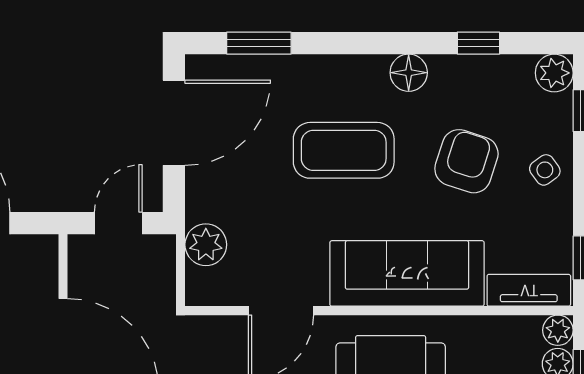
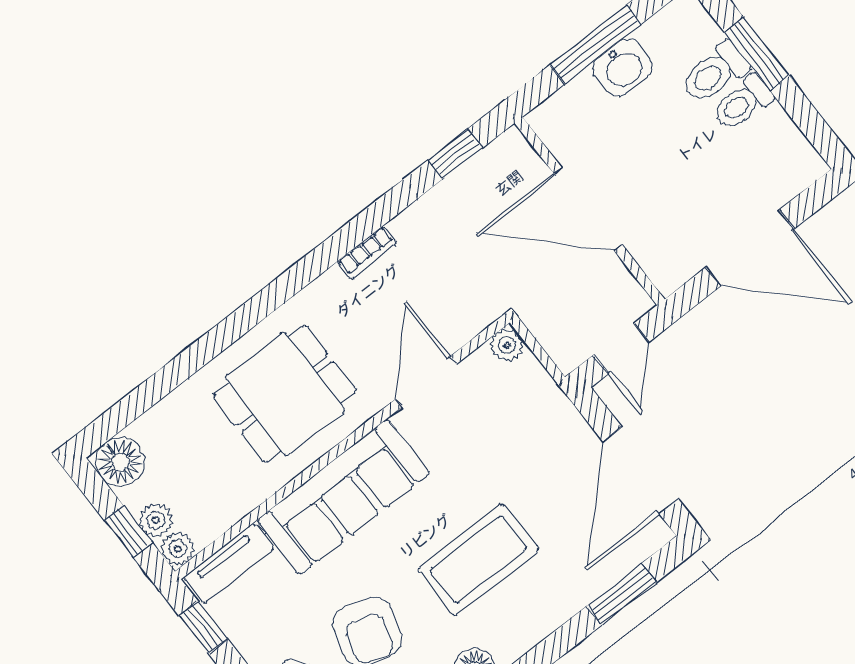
plant: (206, 245) -> (507, 345), moved, width x0.73, depth x0.73

